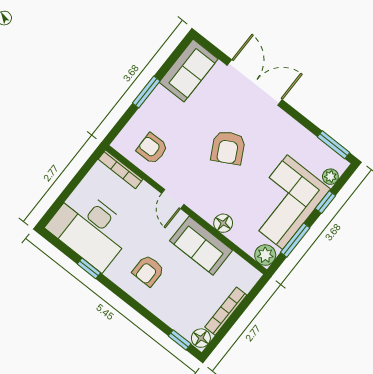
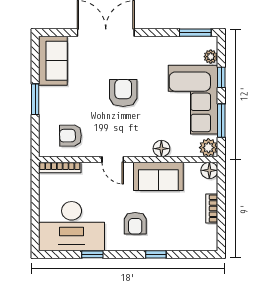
armchair: (228, 148) -> (123, 93), turned -152
bookcase: (226, 311) -> (212, 209), width x0.64
floor lamp: (201, 338) -> (209, 170), moved
window: (180, 340) -> (156, 254), moved

